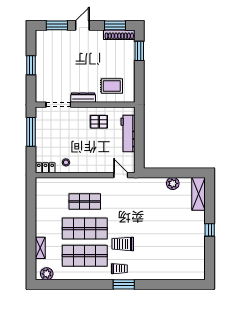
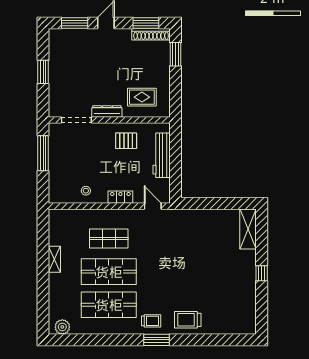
locker: (45, 168) -> (120, 197), moved
plant: (173, 183) -> (217, 216), removed
trolley: (123, 244) -> (188, 320), moved
shelving: (40, 248) -> (54, 259), moved

